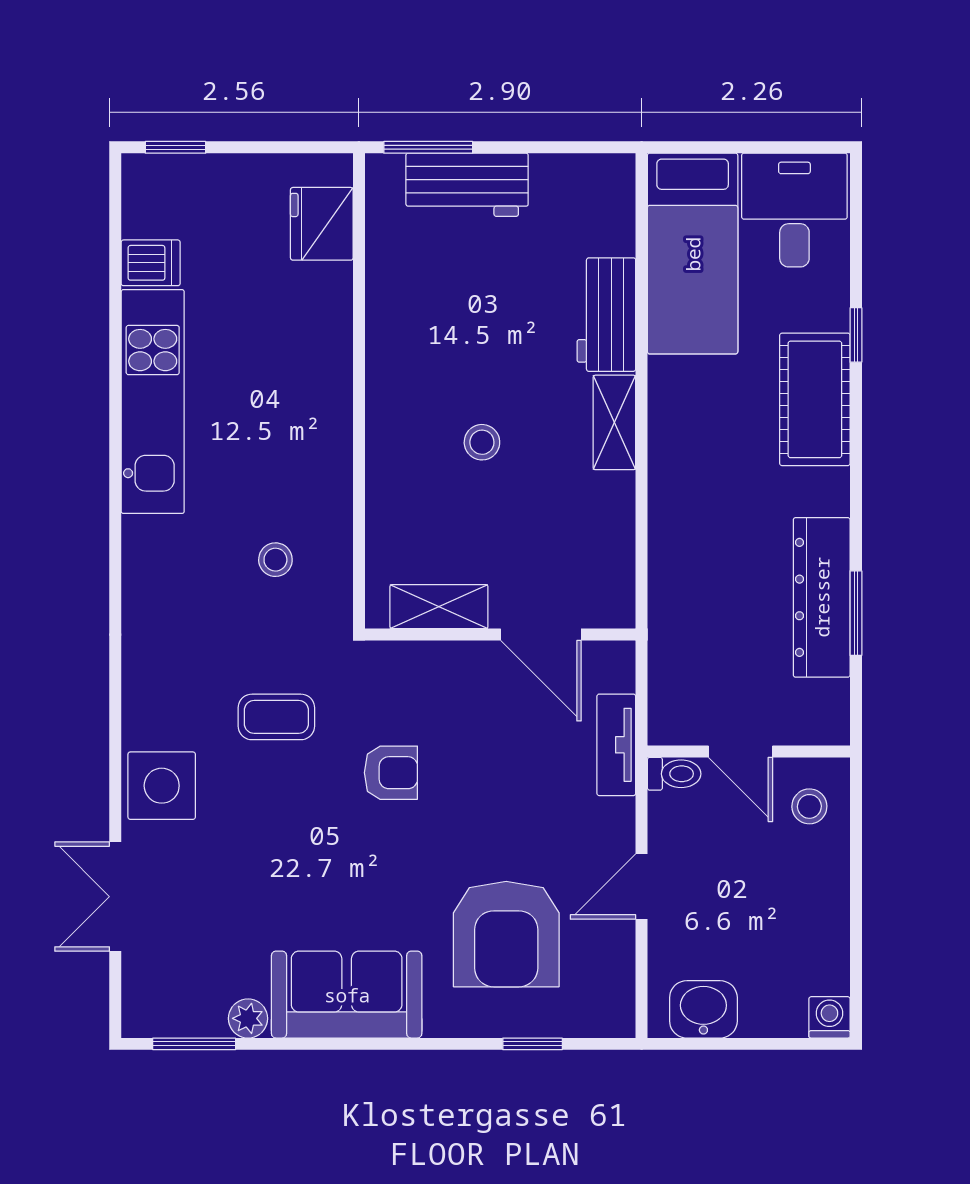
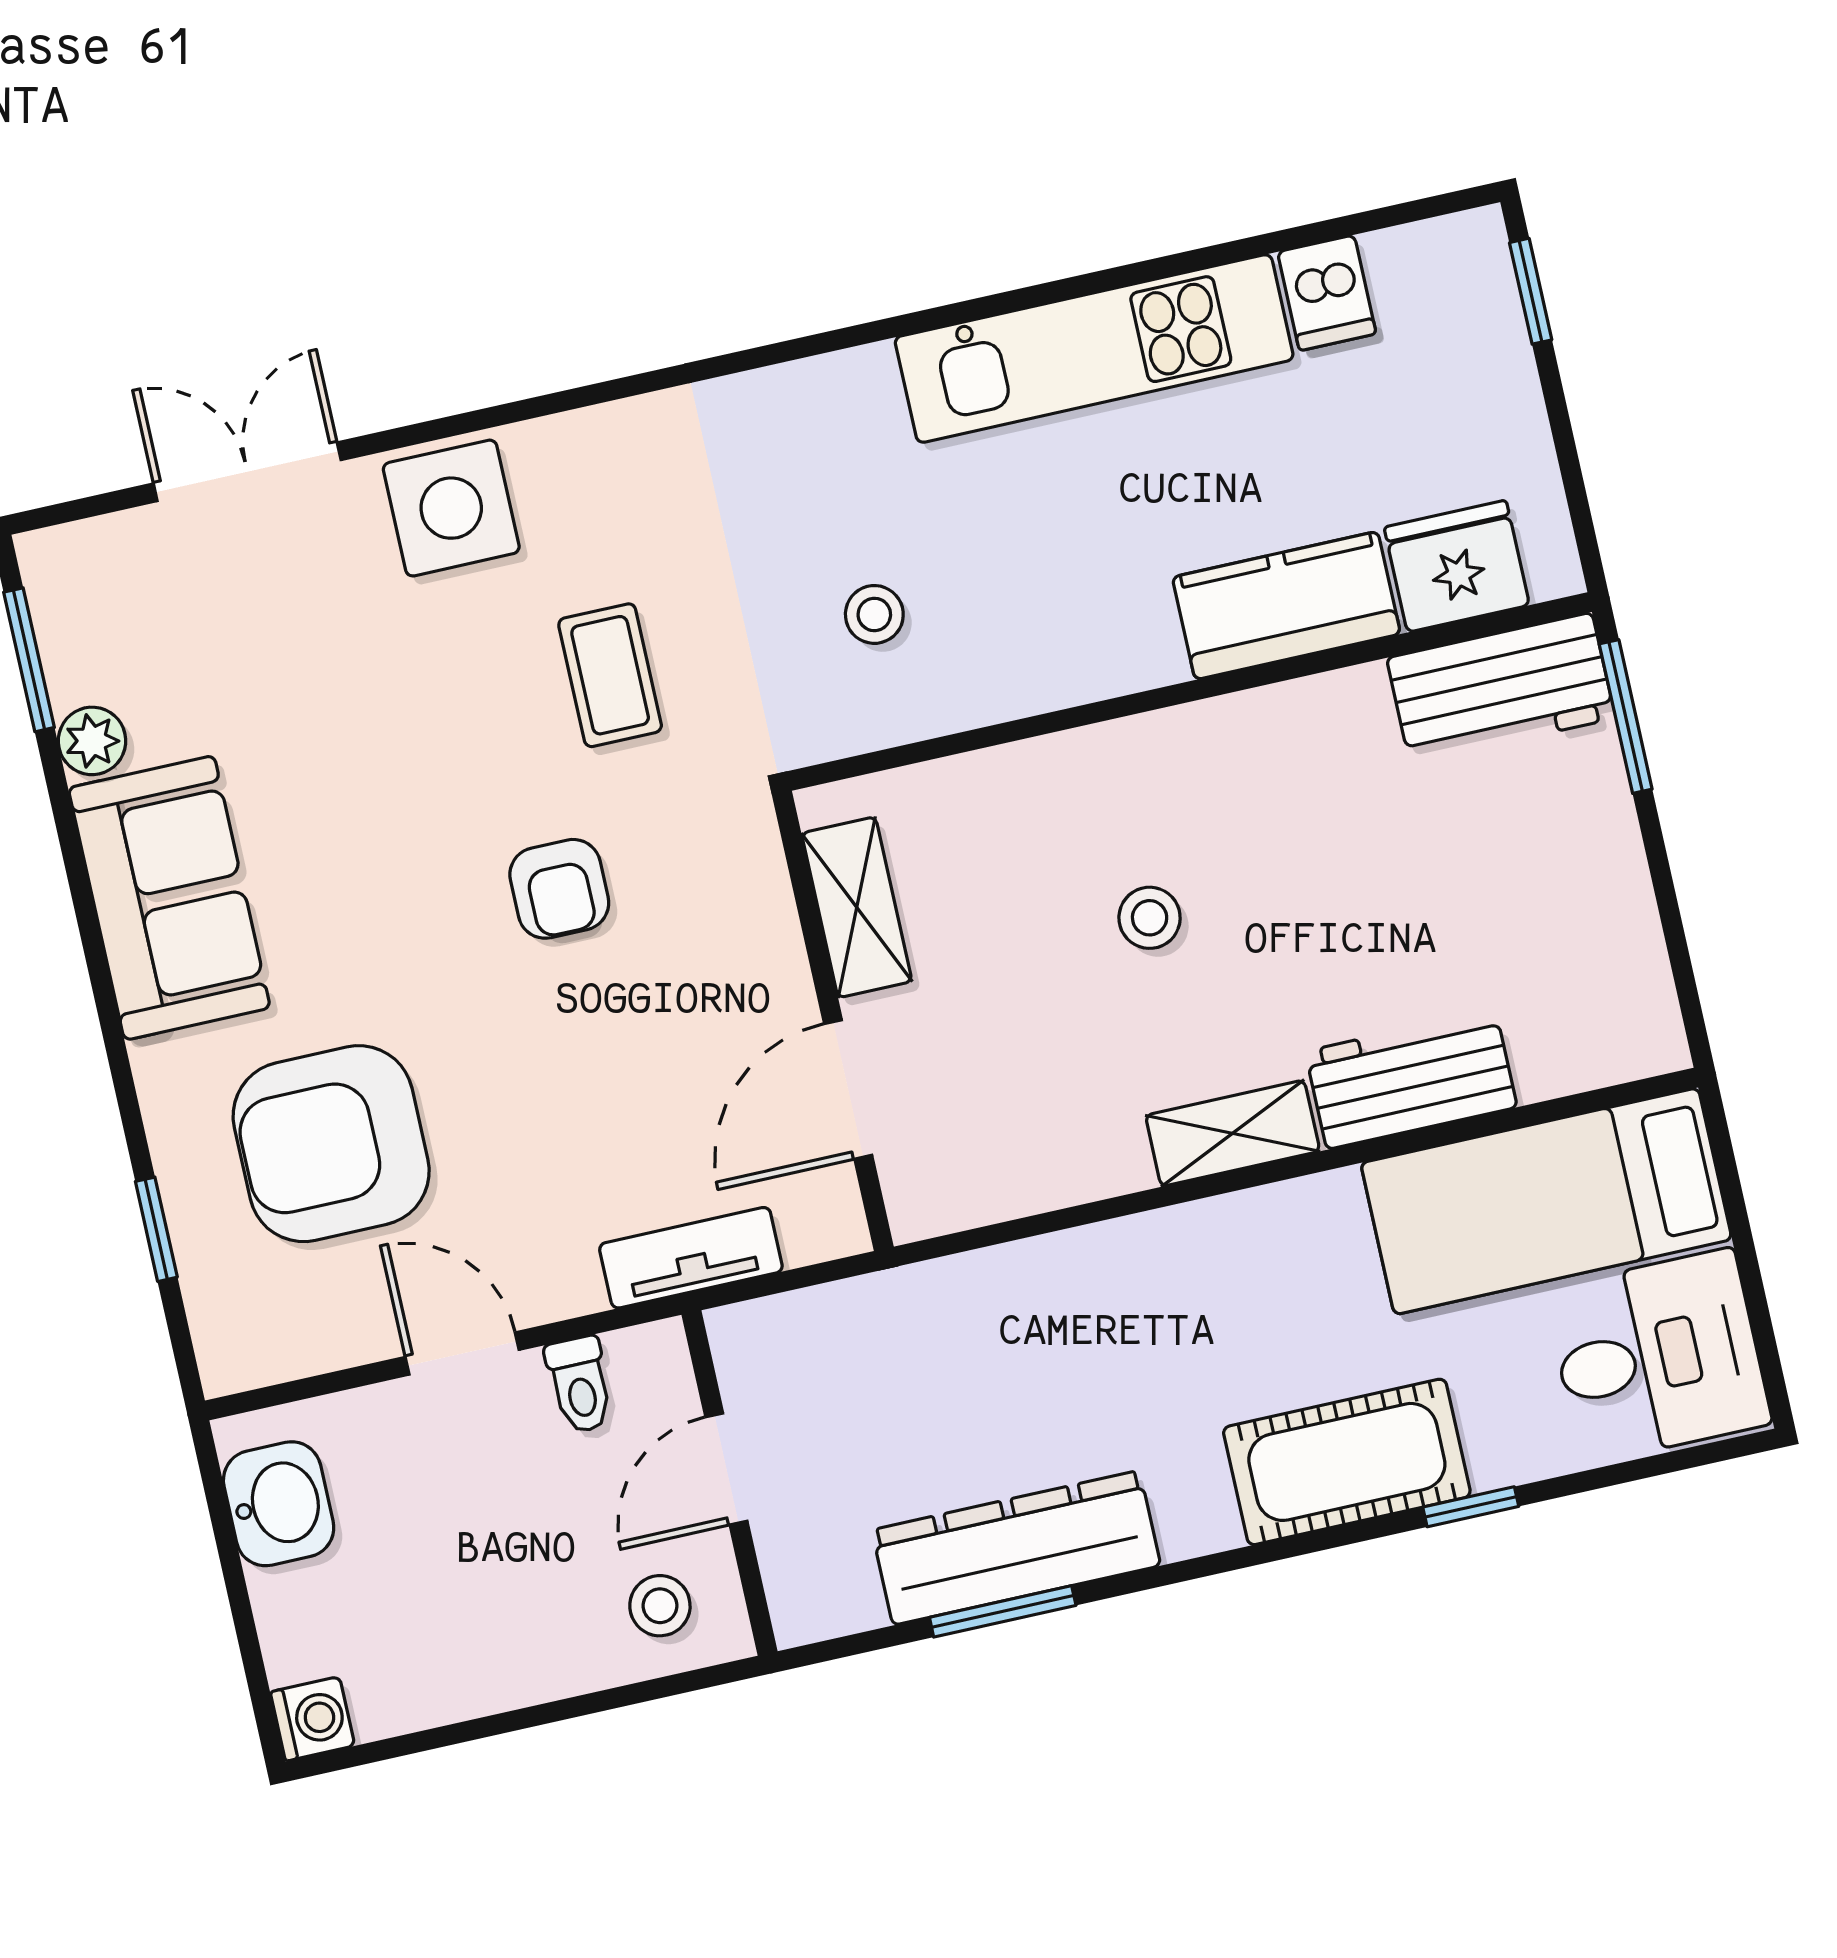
workbench: (467, 185) -> (1501, 688), moved, turned -90
kitchen counter: (322, 325) -> (1286, 606), added
toilet: (674, 774) -> (580, 1385), moved

